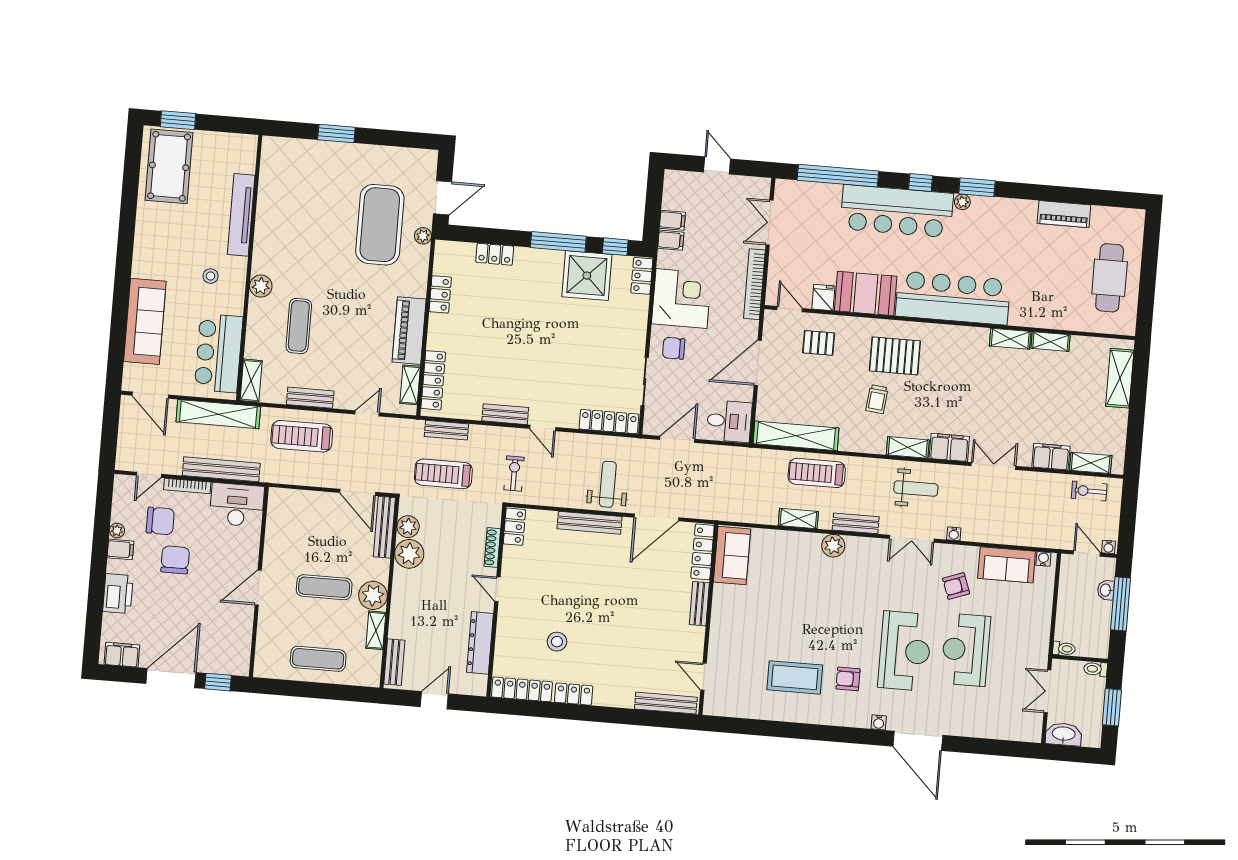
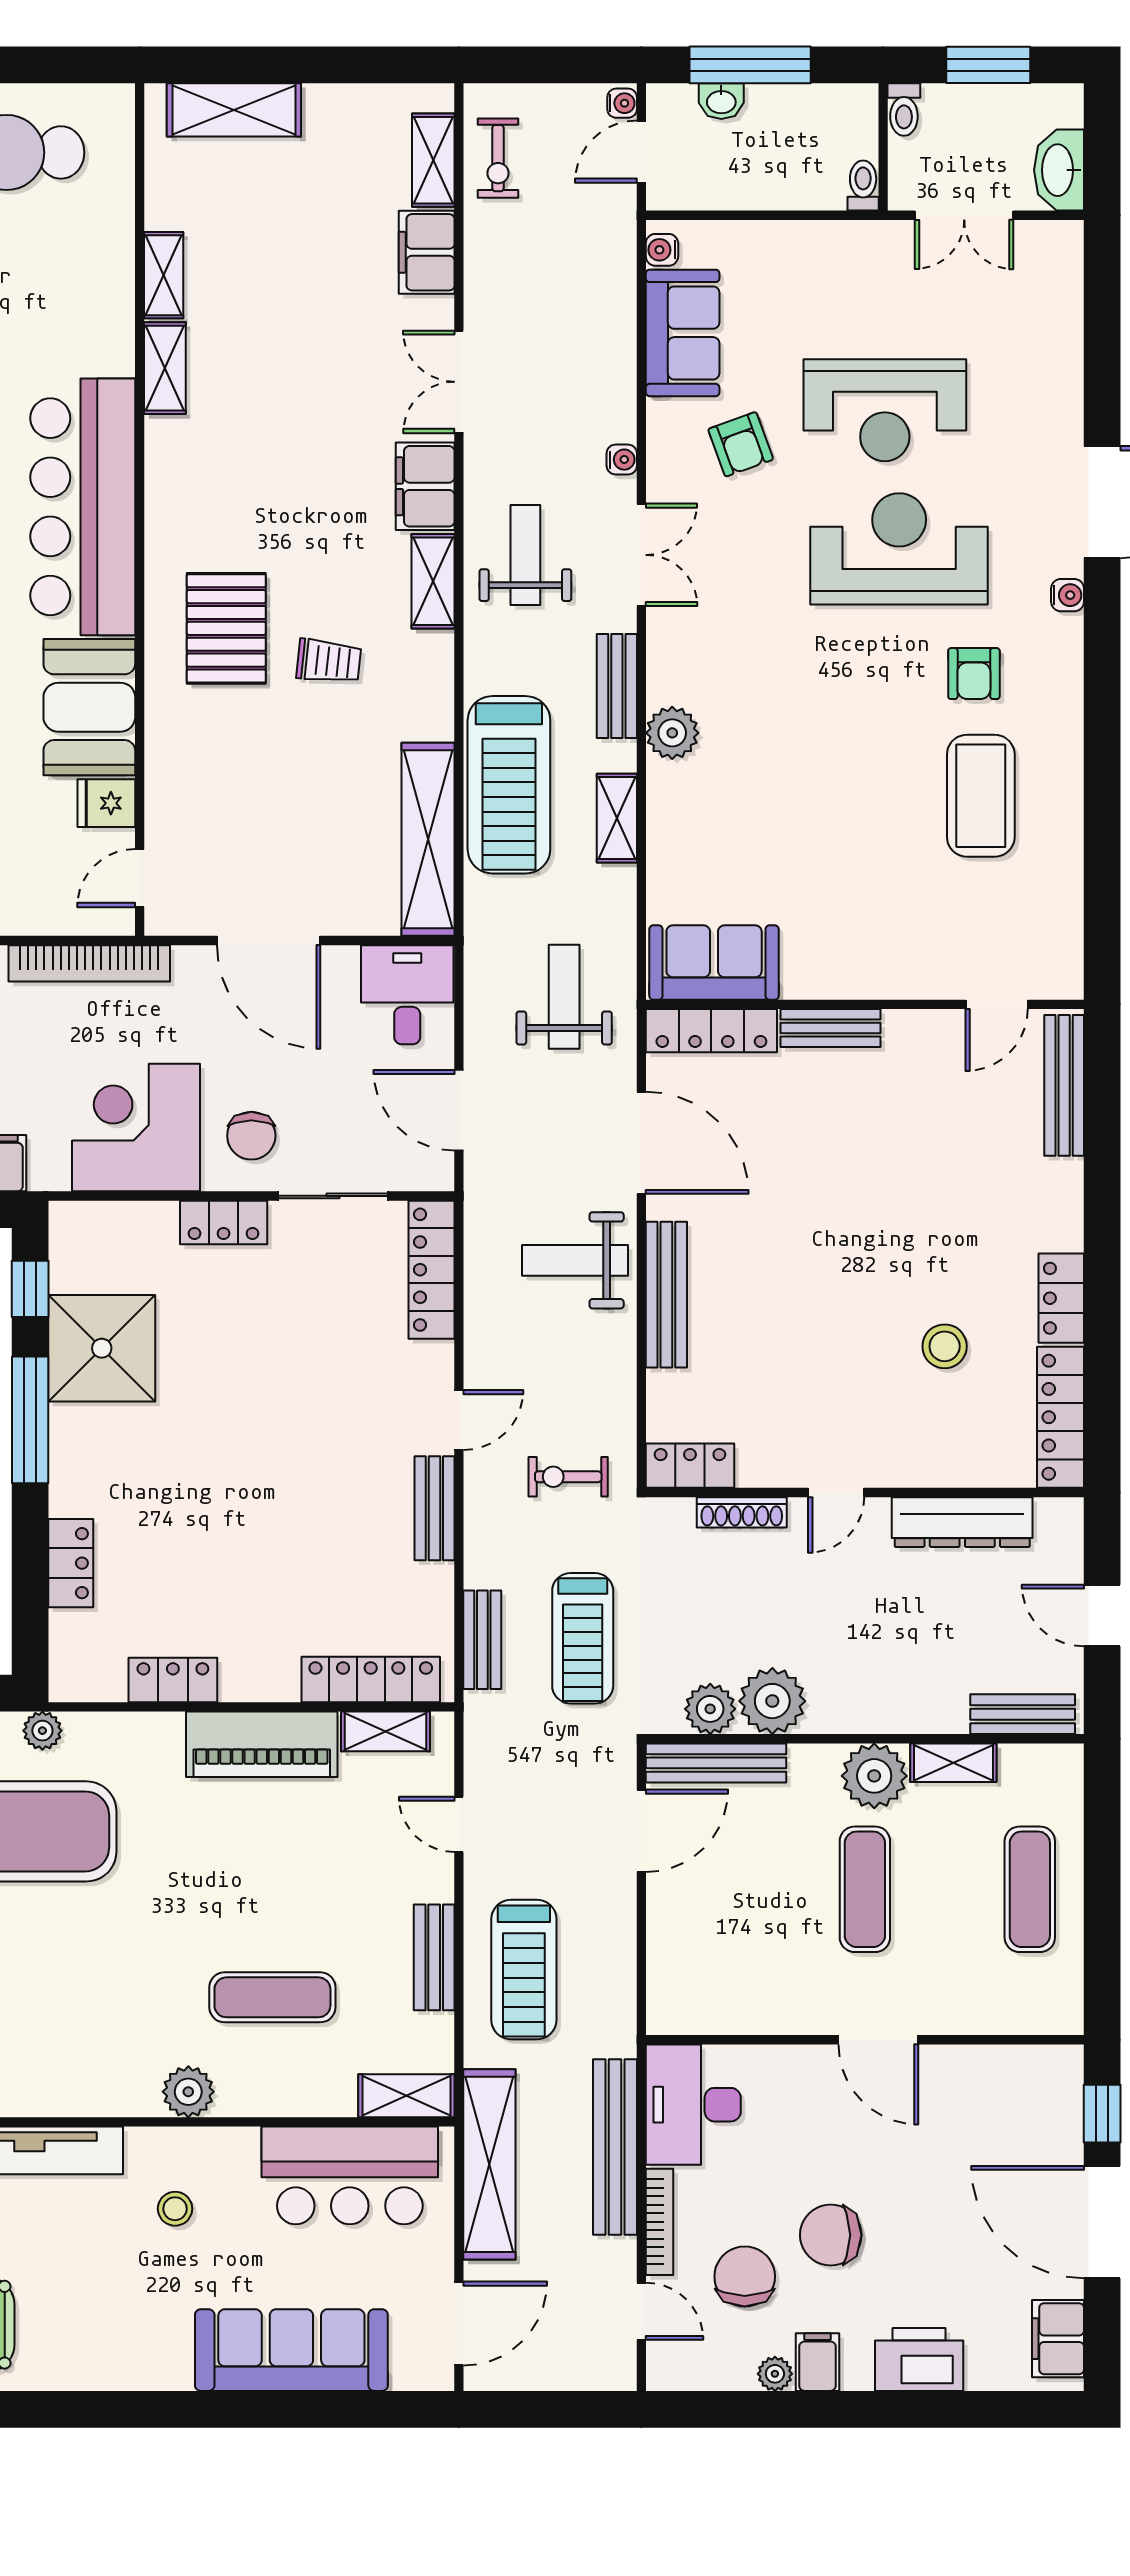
locker: (642, 276) -> (224, 1222), moved
pallet: (819, 343) -> (211, 805), removed
treadmill: (817, 473) -> (509, 785), width x1.37, depth x1.38
weight bench: (723, 489) -> (564, 997), added

